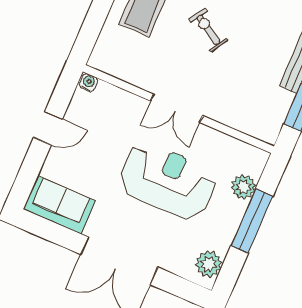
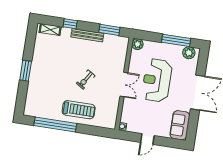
door: (48, 128) -> (147, 139), swing flipped
plant: (243, 187) -> (137, 44), moved
window: (252, 221) -> (176, 40), moved

